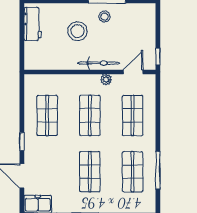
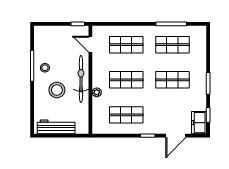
workbench: (33, 24) -> (56, 127), width x1.38
bicycle: (99, 63) -> (81, 79), width x1.37, depth x1.40
plant: (106, 80) -> (97, 92), moved

